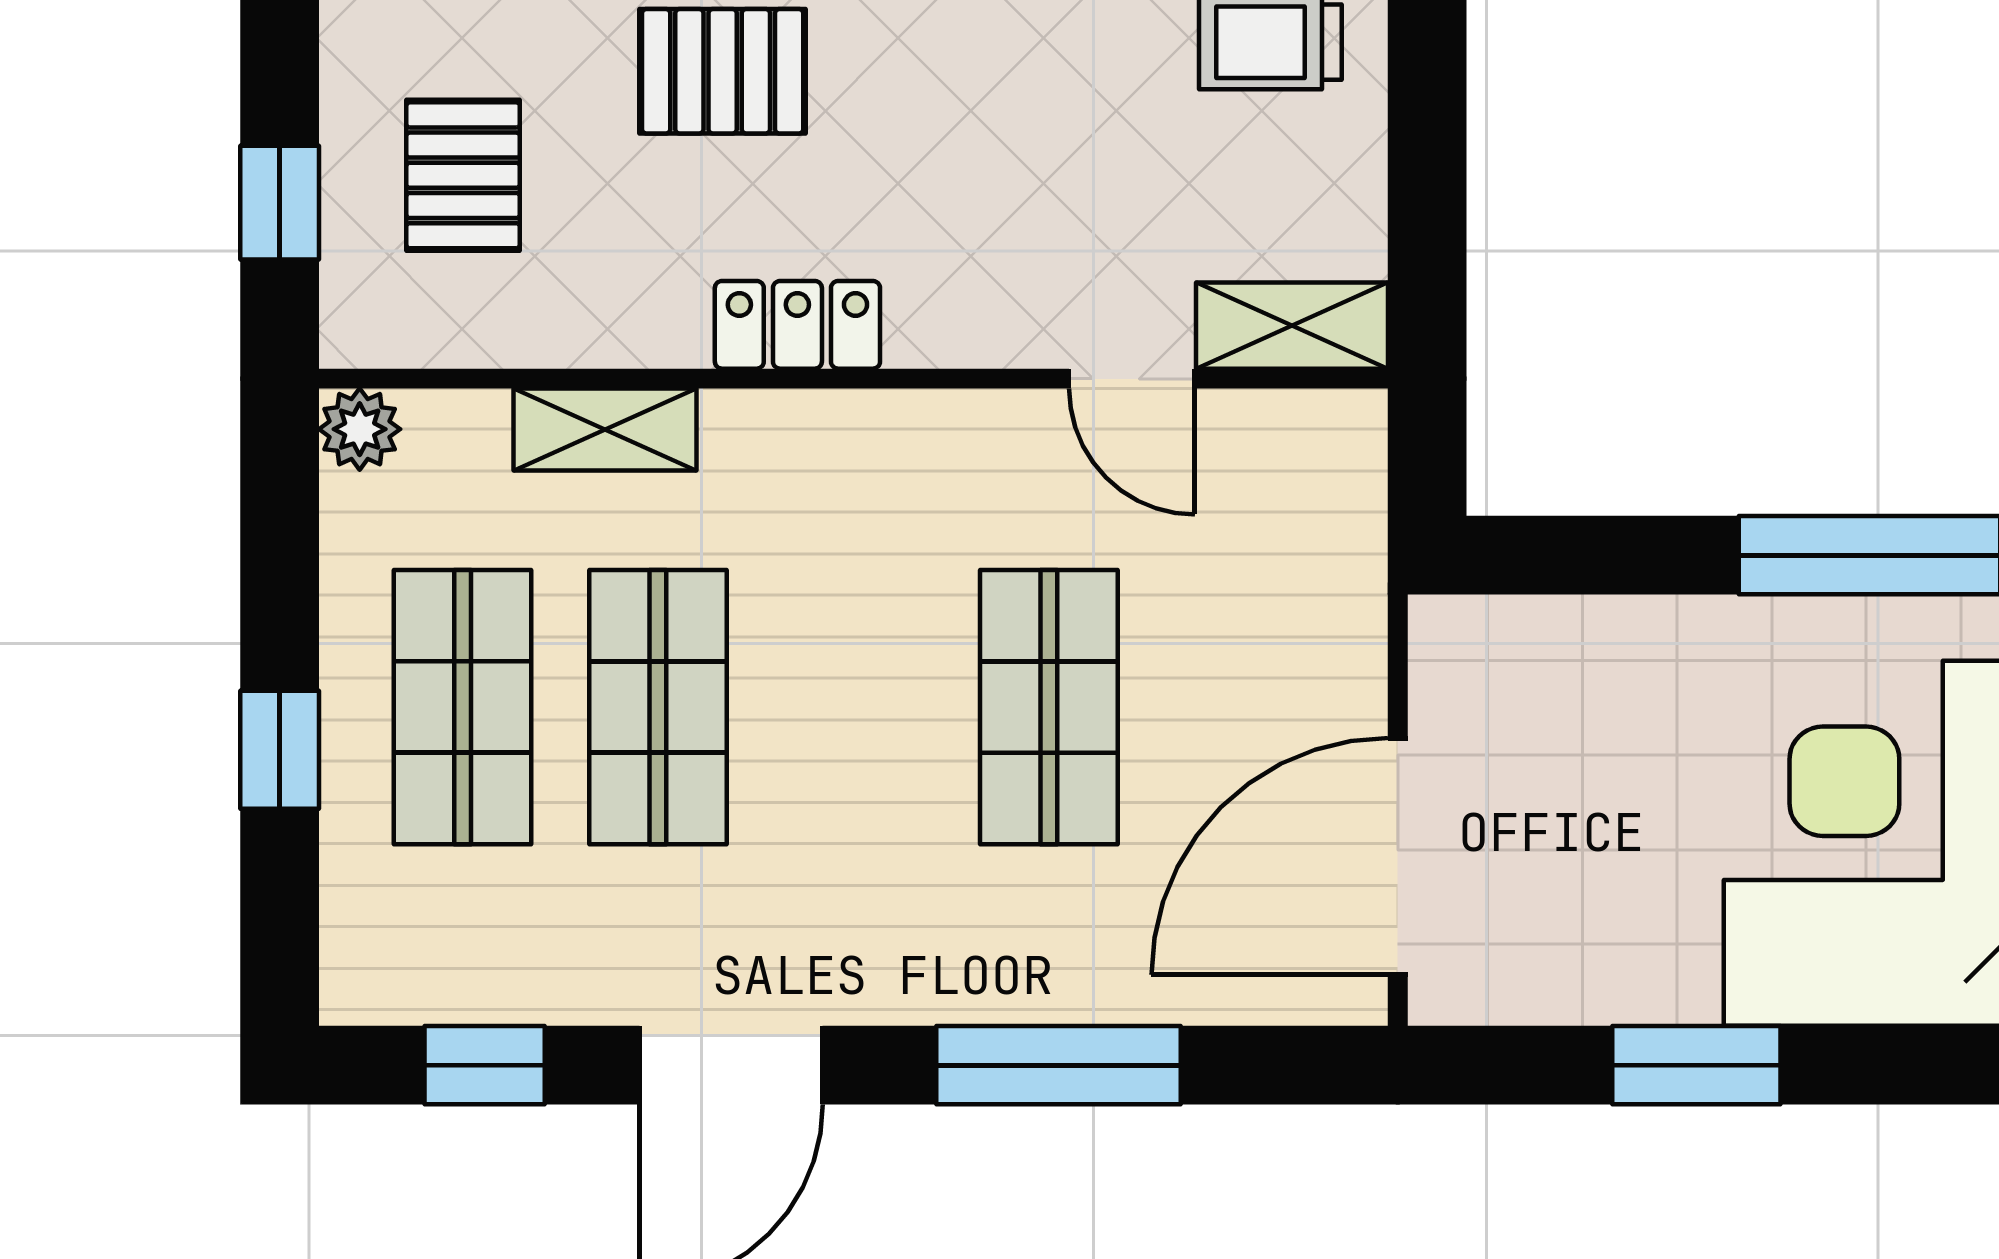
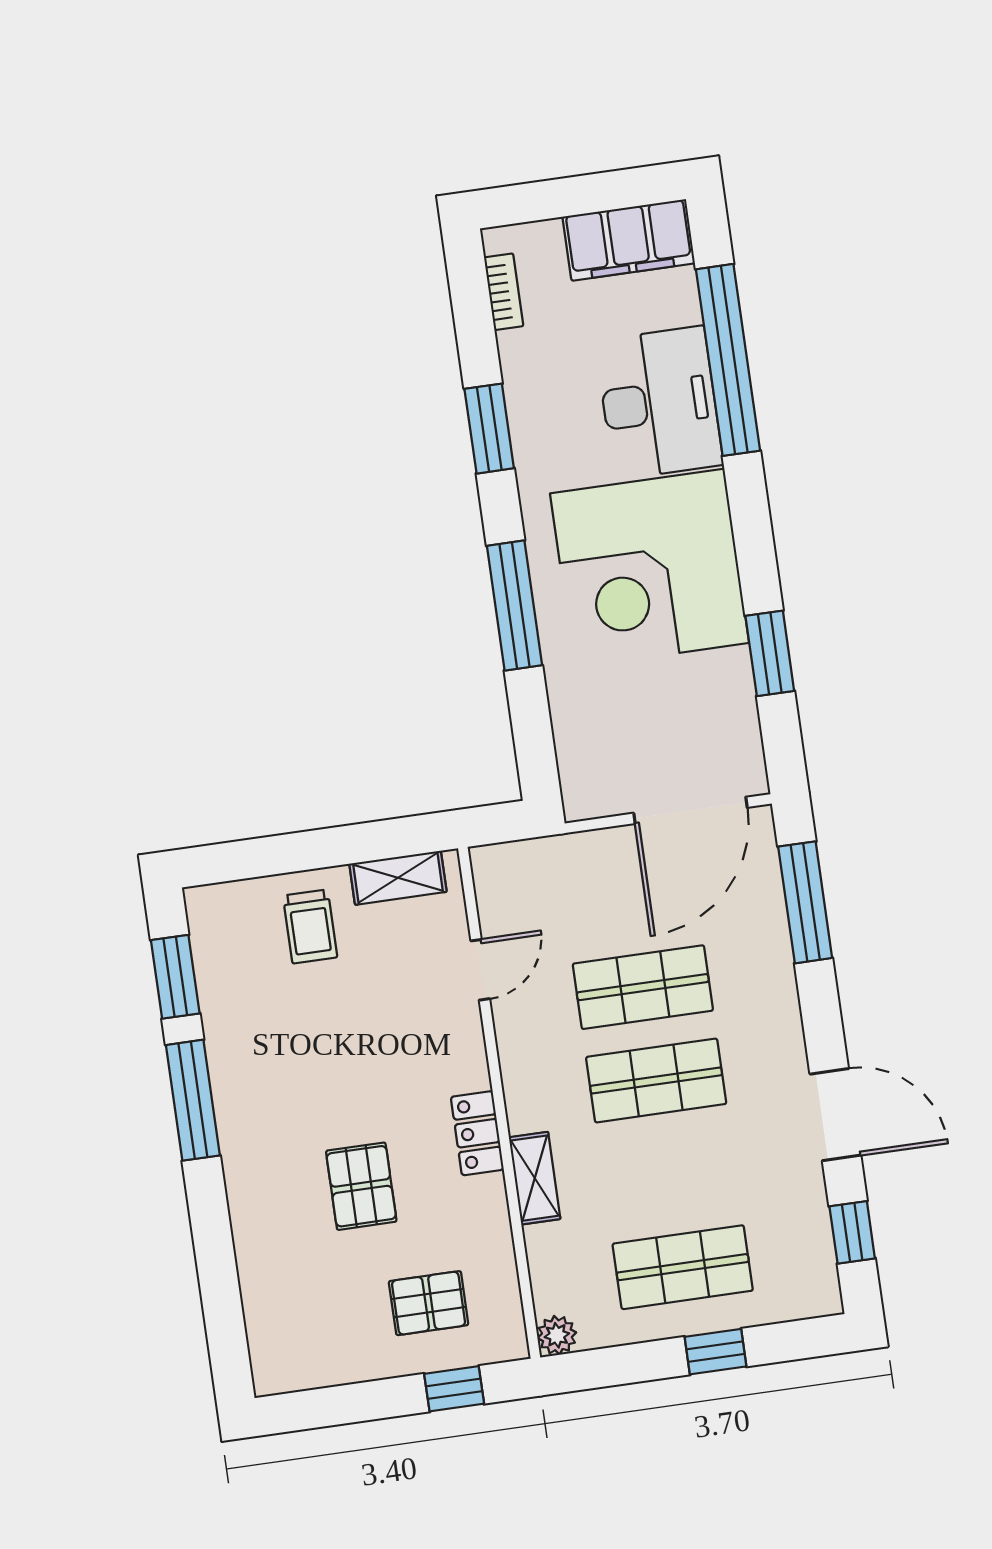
shelving: (1292, 326) -> (398, 878), moved, turned 90
shelving: (605, 430) -> (535, 1178), moved
shop shelf: (658, 707) -> (656, 1080), moved
door: (1398, 856) -> (690, 810), hinge flipped
window: (1058, 1065) -> (805, 902), moved

